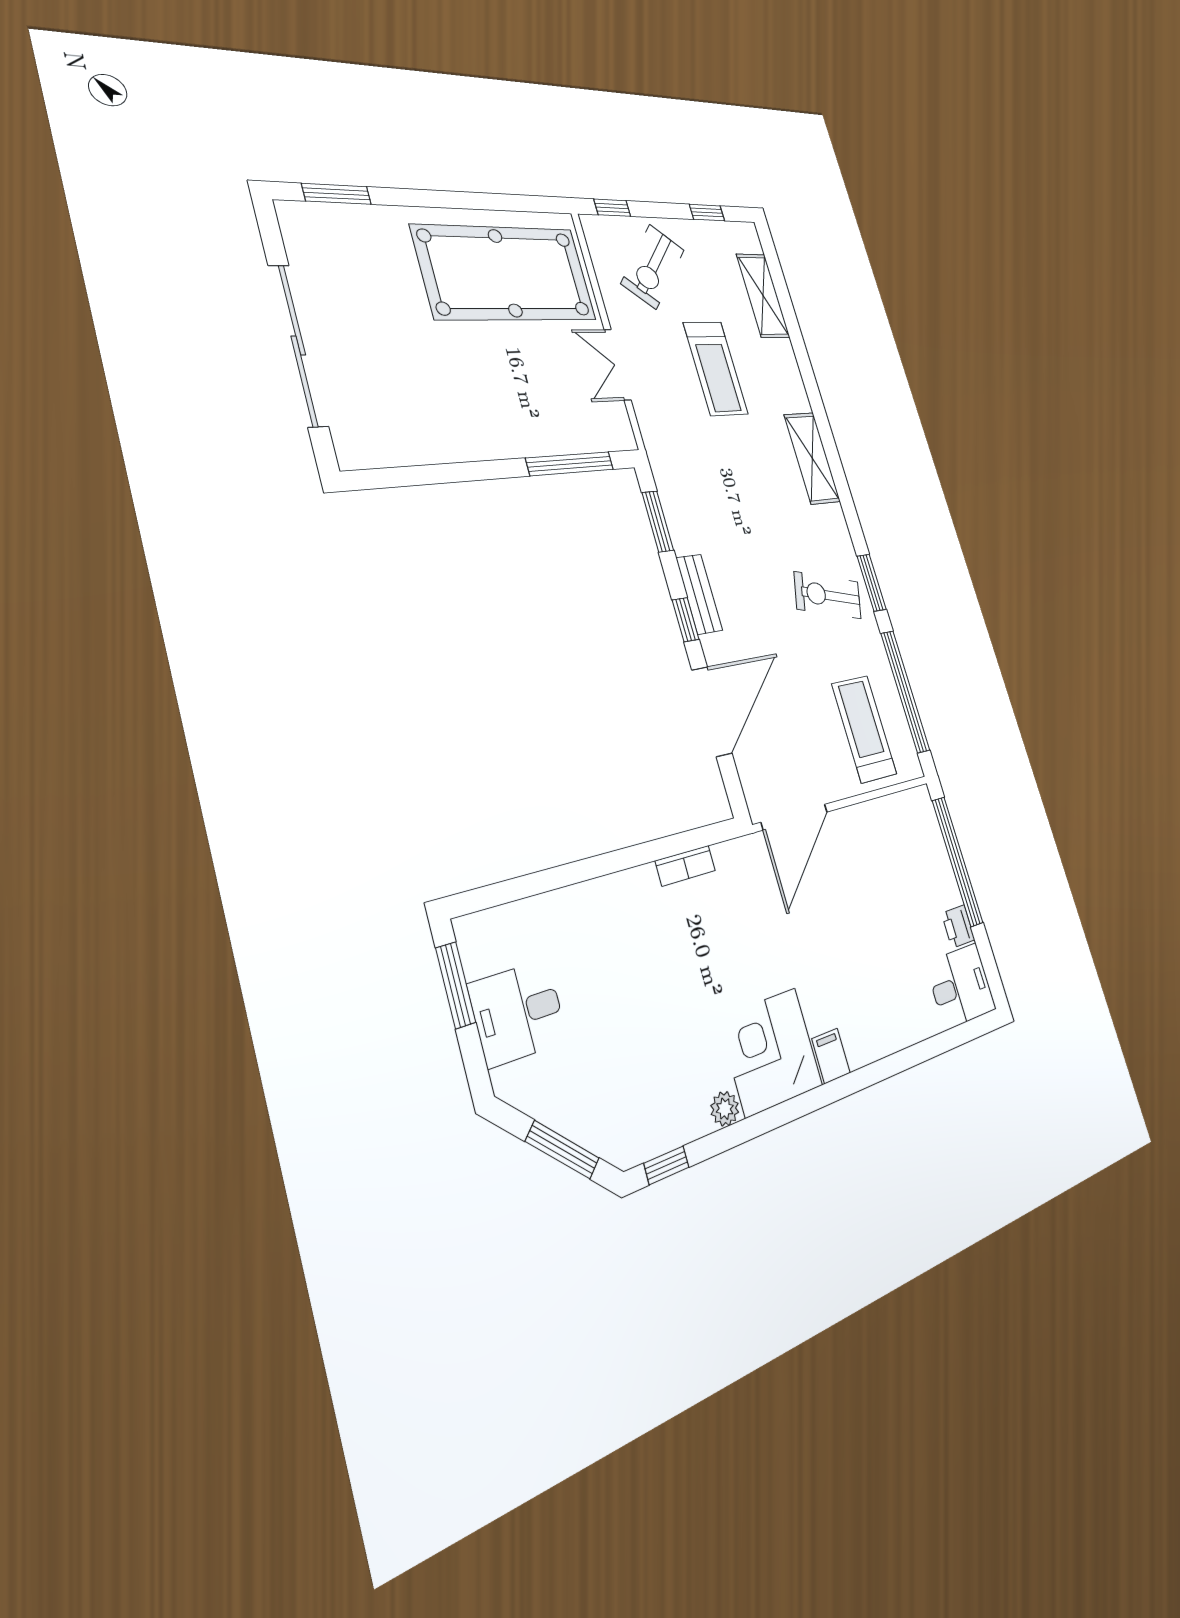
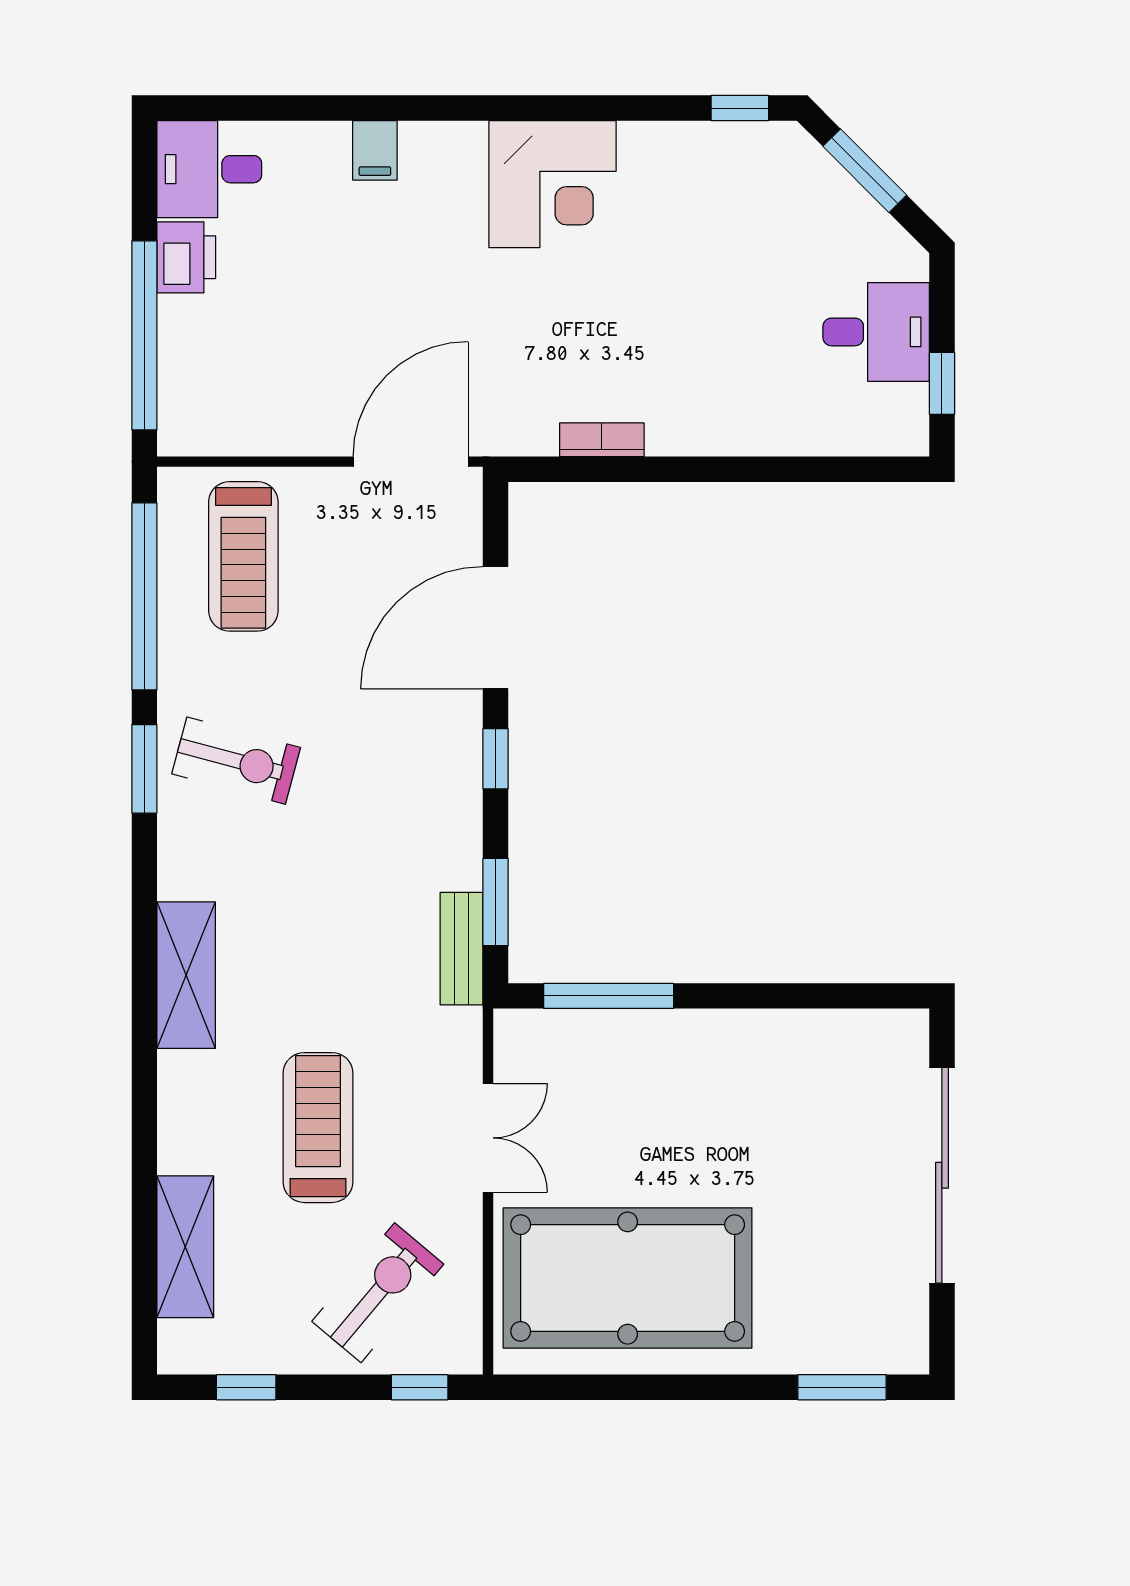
bench: (699, 594) -> (462, 949), moved
printer: (958, 926) -> (186, 257), width x1.36, depth x1.24
window: (456, 985) -> (942, 383), width x0.67
filing cabinet: (831, 1056) -> (375, 150), moved
plant: (725, 1109) -> (641, 141), removed

